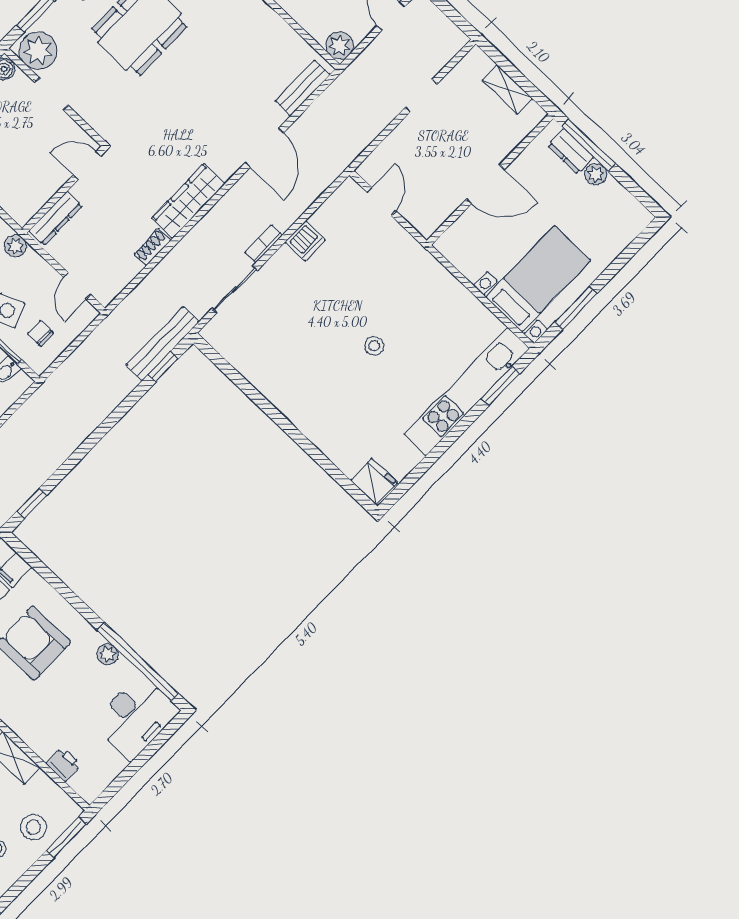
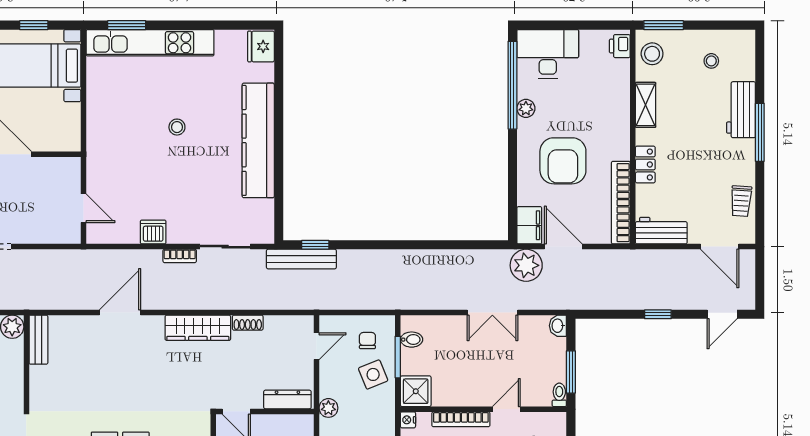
bench: (303, 88) -> (38, 340), moved, turned 90
door: (382, 202) -> (84, 208), swing flipped
window: (576, 308) -> (34, 25), width x0.67
chair: (41, 333) -> (367, 341), turned 180
kitchen counter: (297, 403) -> (258, 140), added
window: (32, 503) -> (478, 245), removed
printer: (64, 764) -> (620, 46), moved
stool: (33, 827) -> (652, 54), moved

